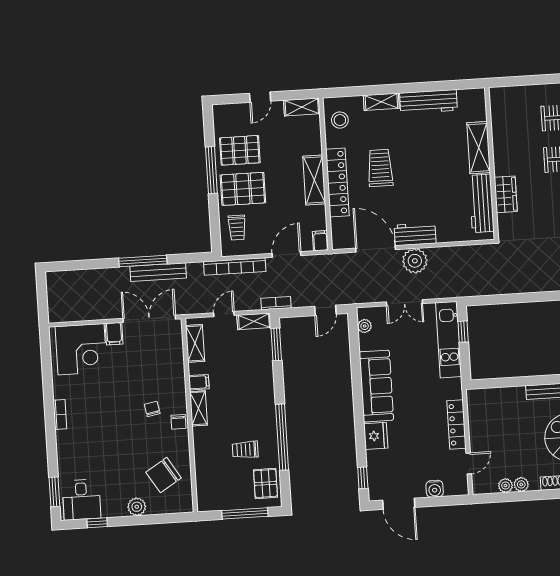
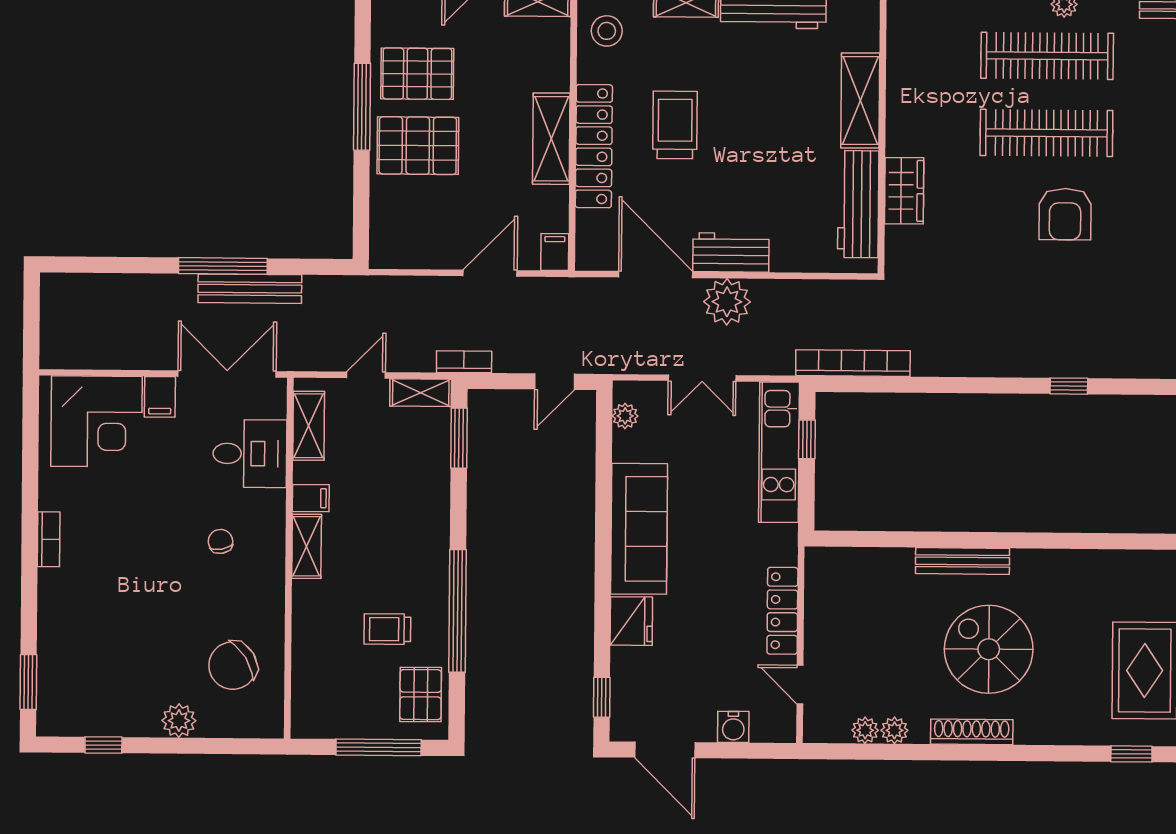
trolley: (237, 228) -> (402, 217), removed
bookcase: (235, 267) -> (853, 363), moved, turned 180
chair: (178, 422) -> (268, 569), removed
door: (469, 463) -> (800, 685), swing flipped
desk: (81, 500) -> (250, 454), moved, turned -90

